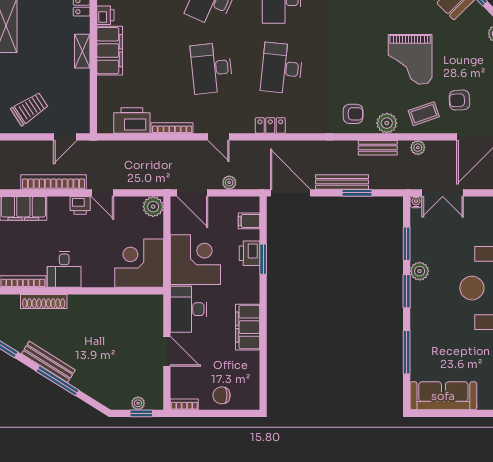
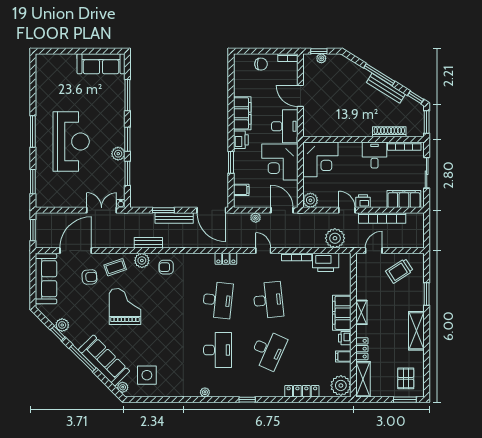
plant: (418, 148) -> (335, 238), moved, width x1.88, depth x1.88
printer: (250, 253) -> (241, 140), moved

